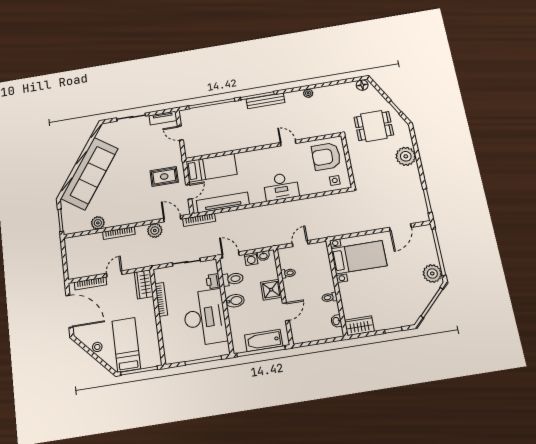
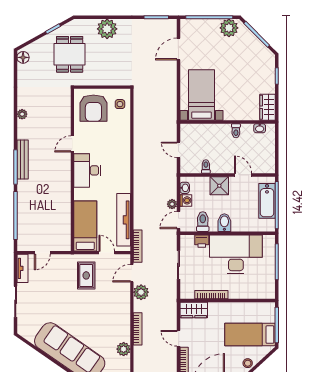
desk: (281, 187) -> (87, 170), moved, turned 180
door: (400, 227) -> (178, 49), swing flipped
plant: (245, 246) -> (172, 204), added

